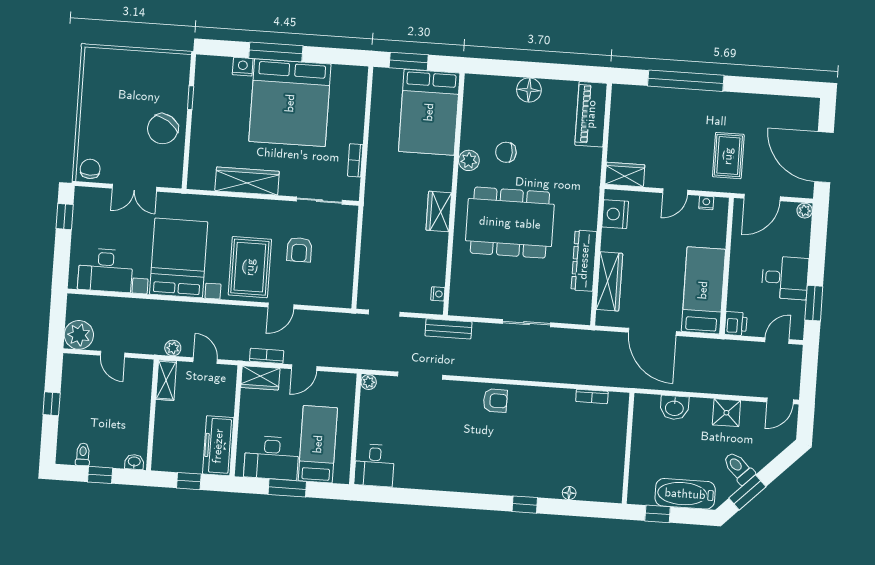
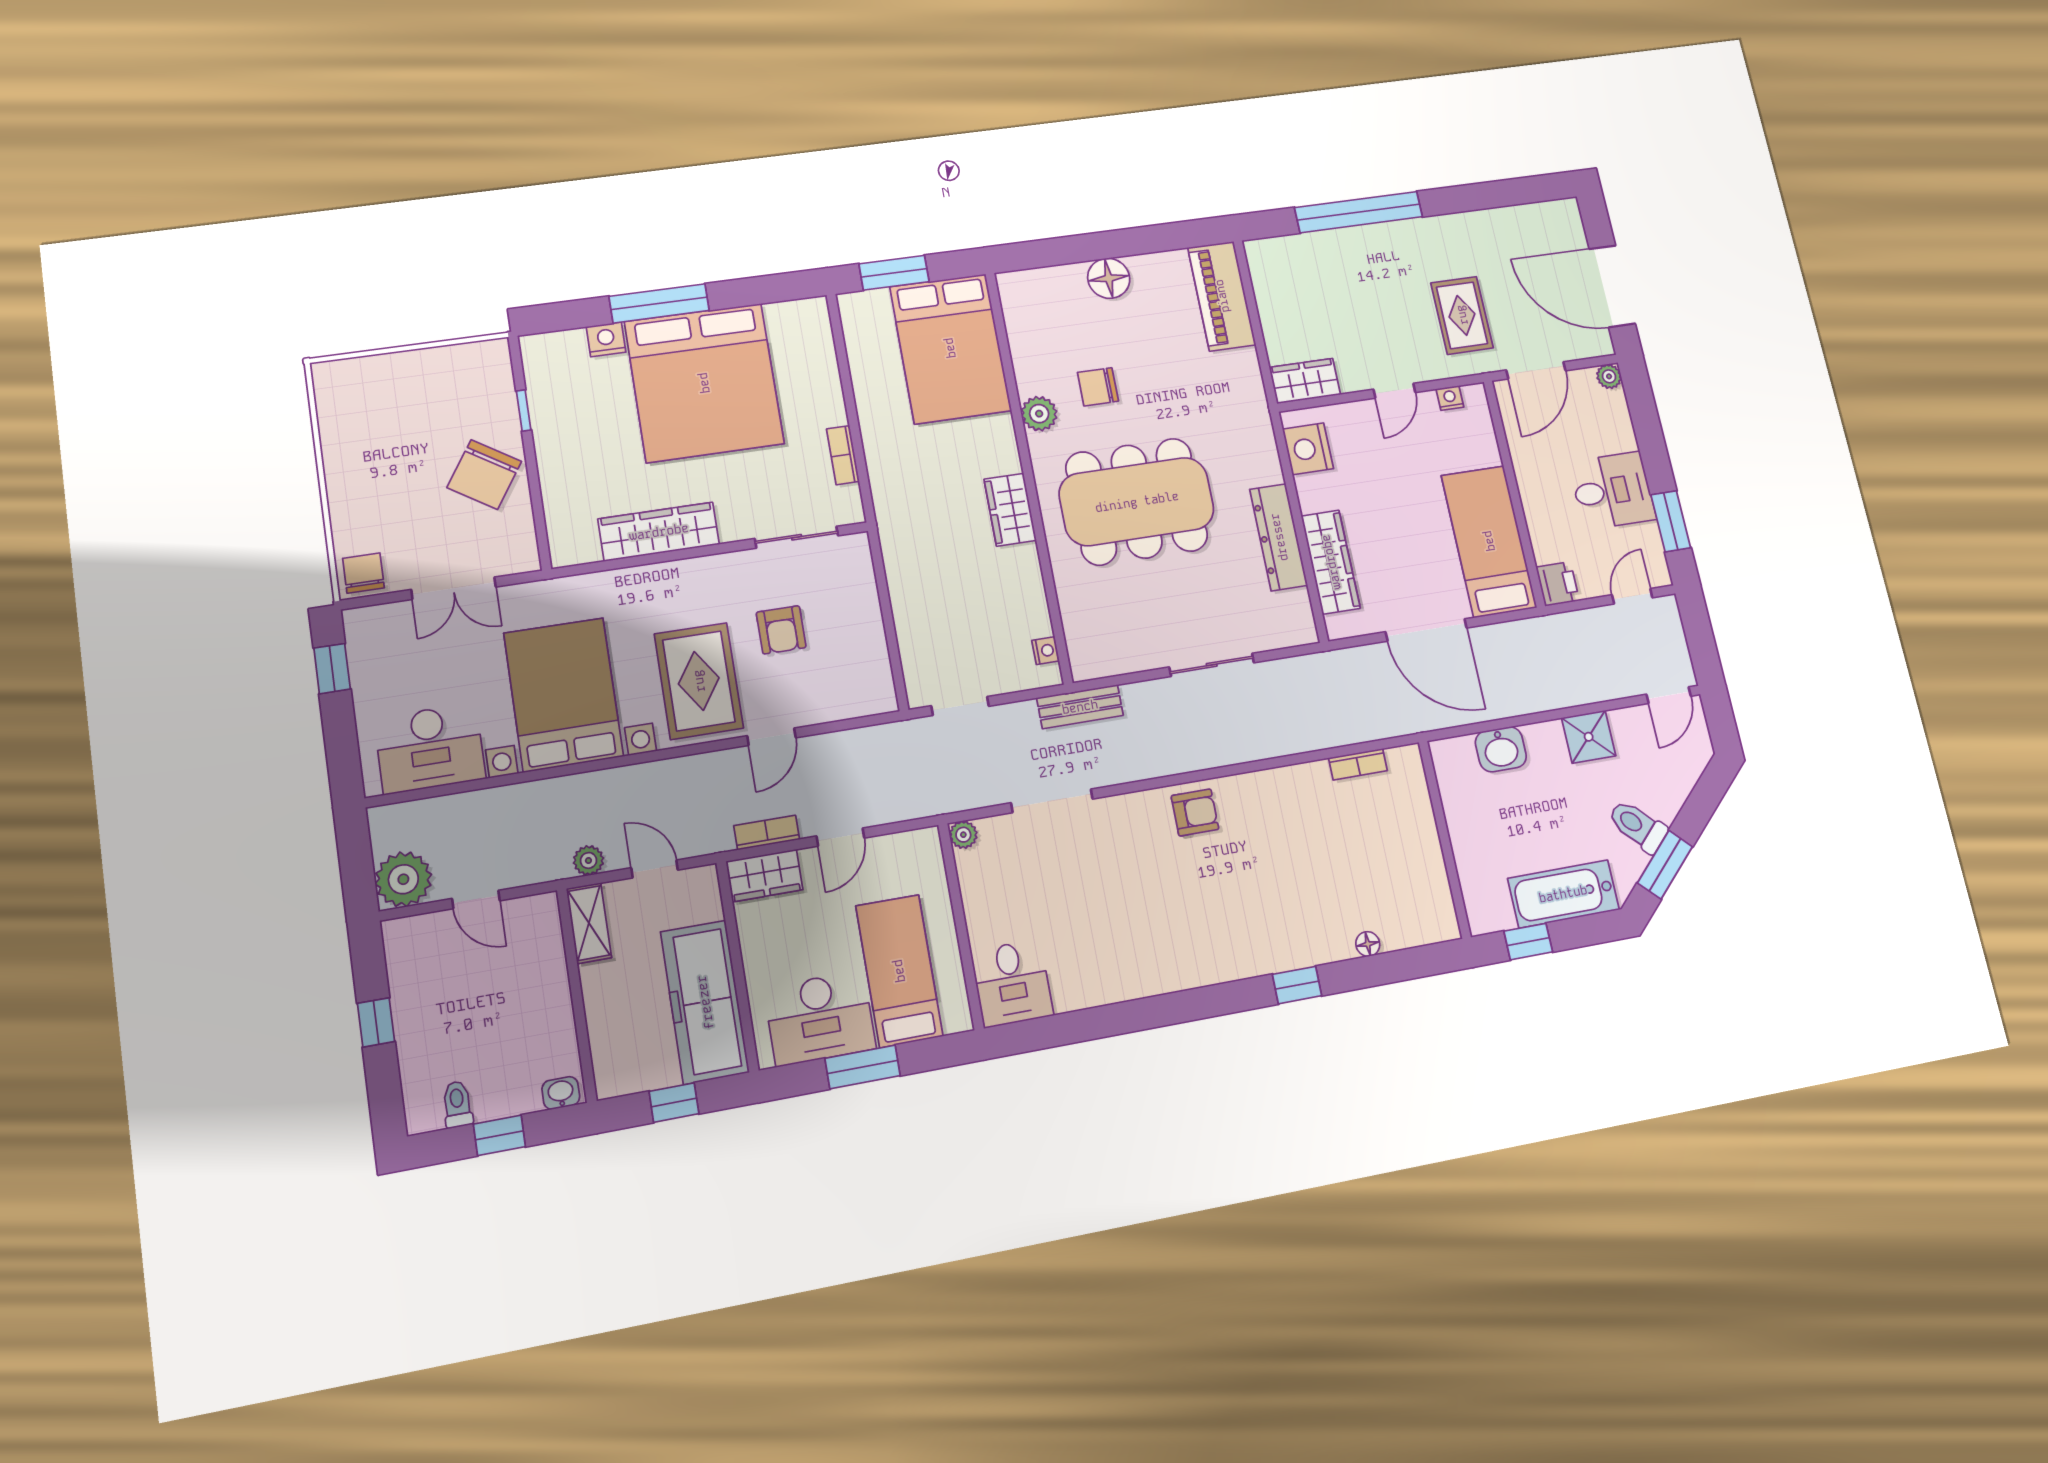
freezer: (218, 446) -> (705, 1002), width x1.36, depth x1.26

